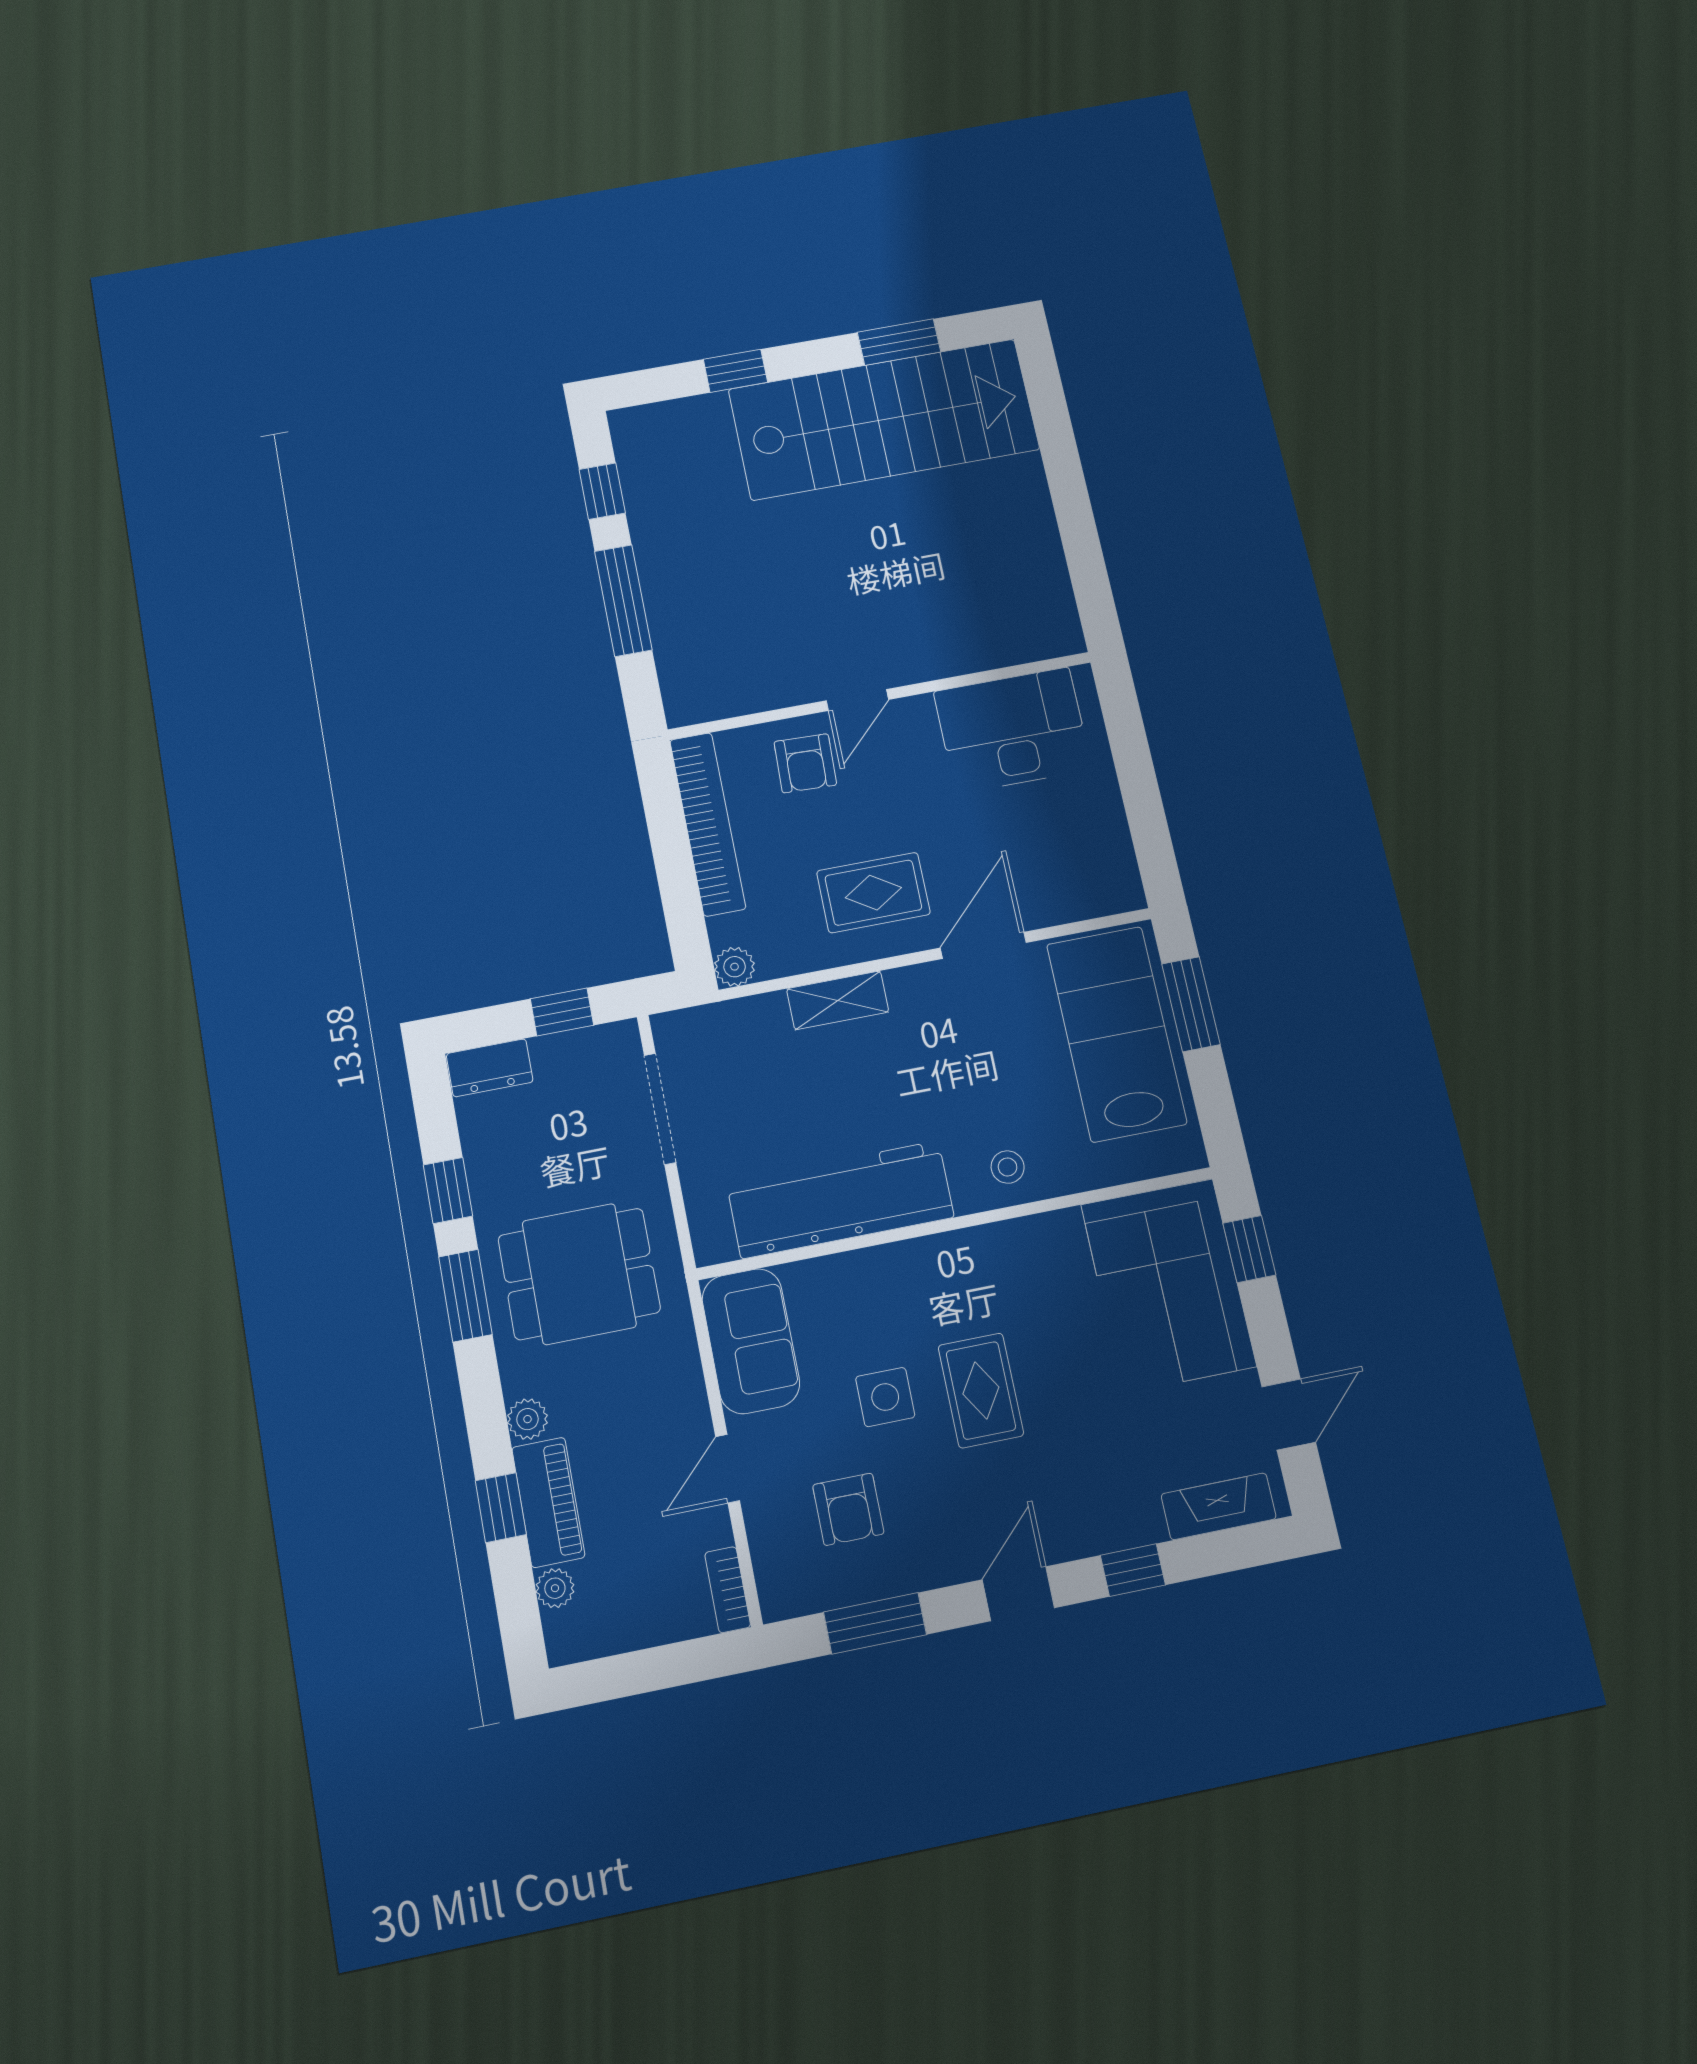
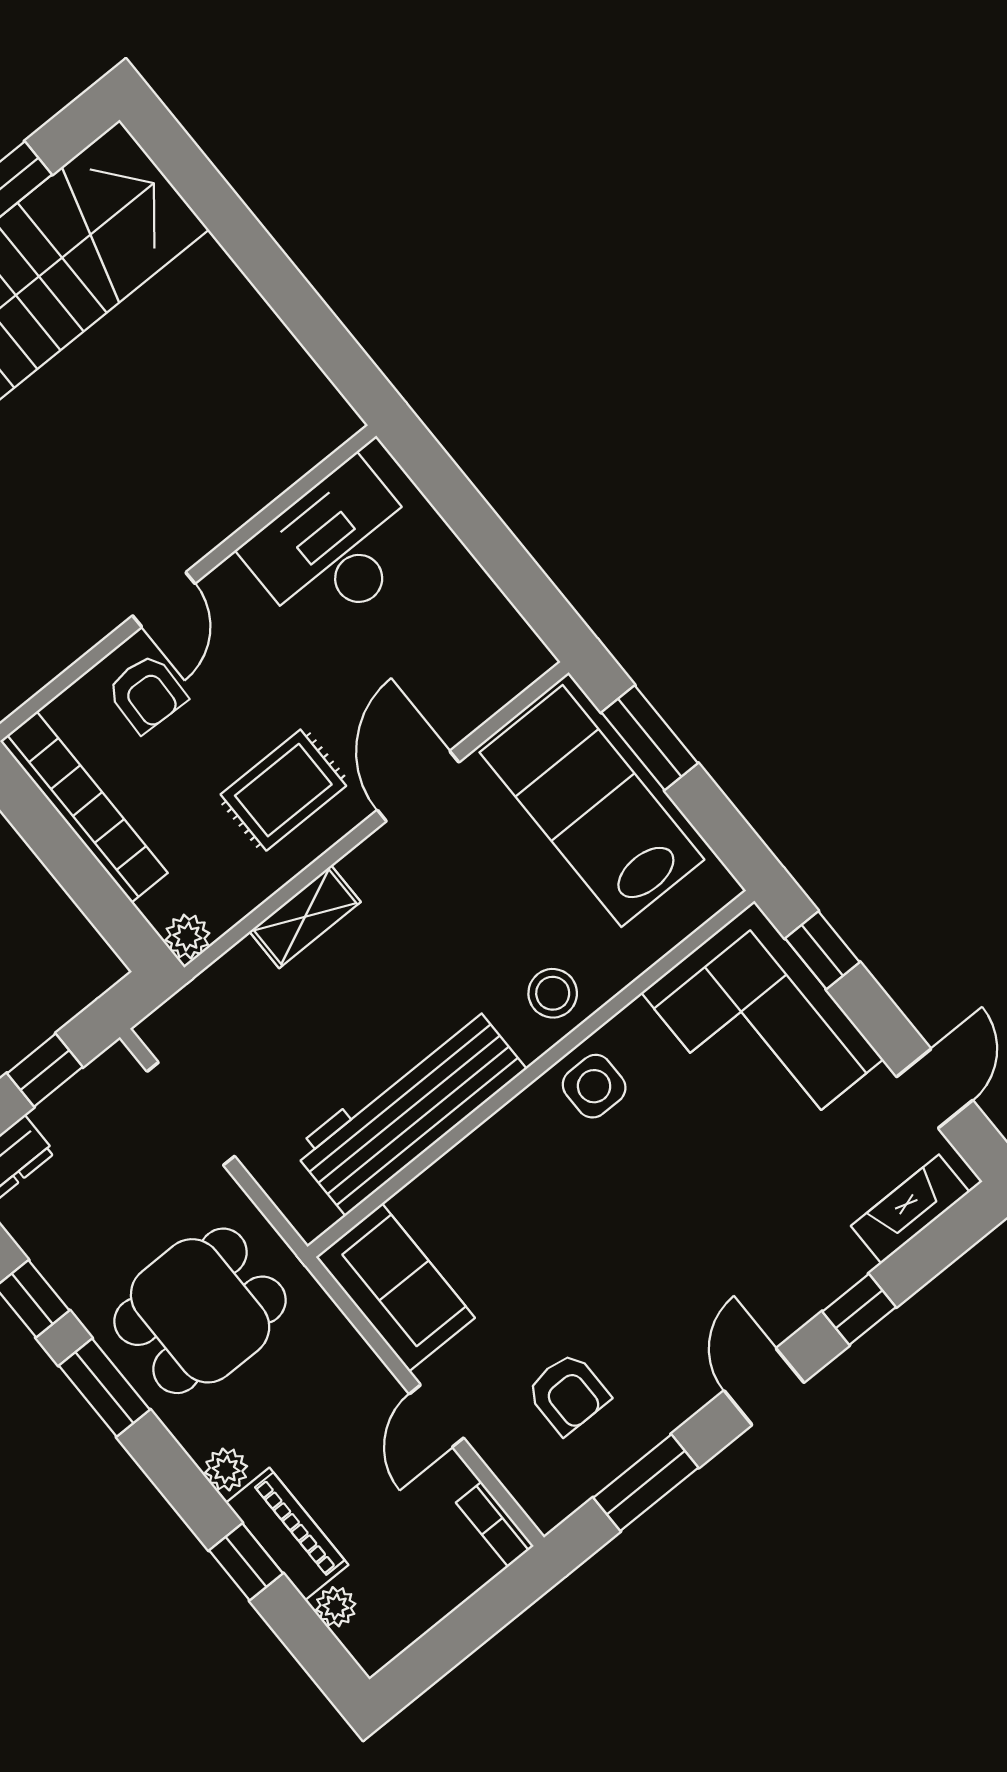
stool: (1008, 1167) -> (553, 993), width x1.37, depth x1.37
rug: (981, 1390) -> (635, 1219), removed
side table: (885, 1397) -> (594, 1086), moved

